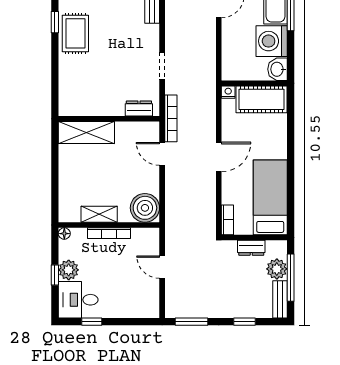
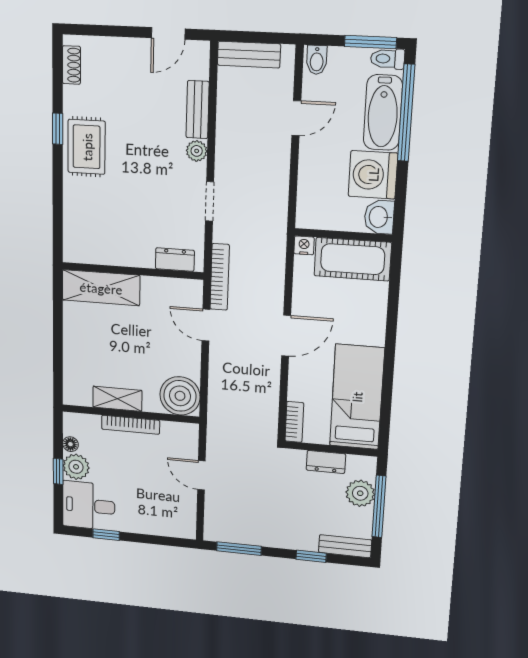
plant: (152, 32) -> (197, 151), added
floor lamp: (64, 234) -> (70, 444), moved
bench: (280, 299) -> (345, 546), moved, turned 90

